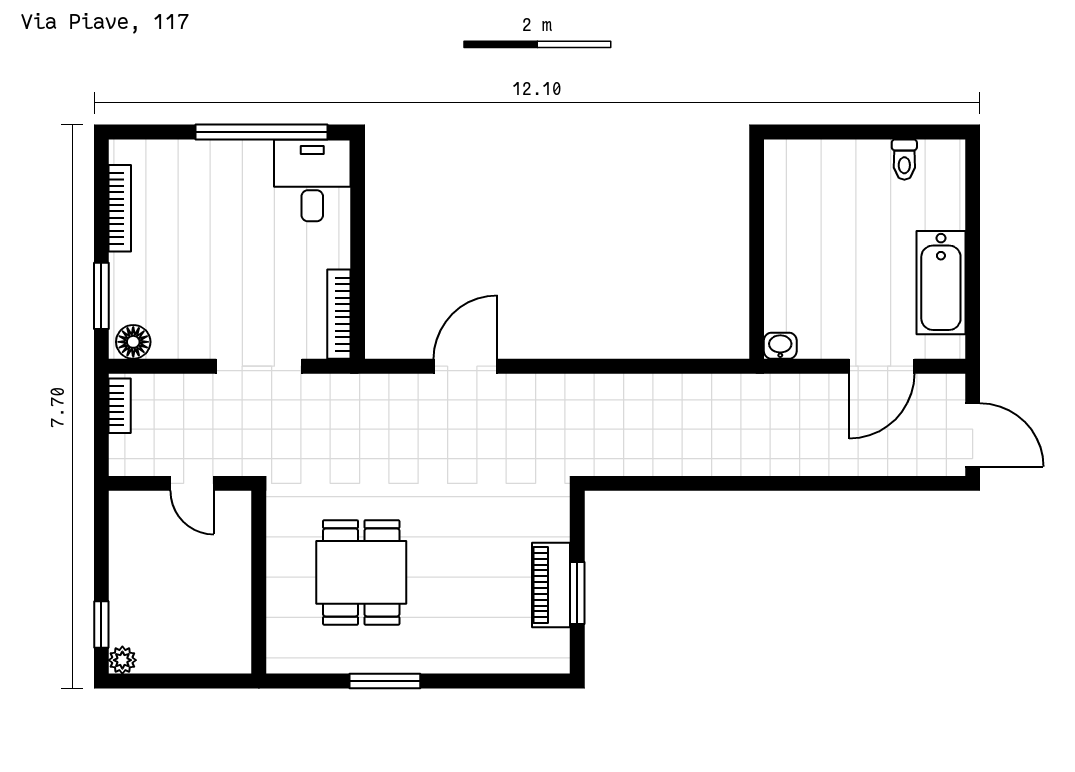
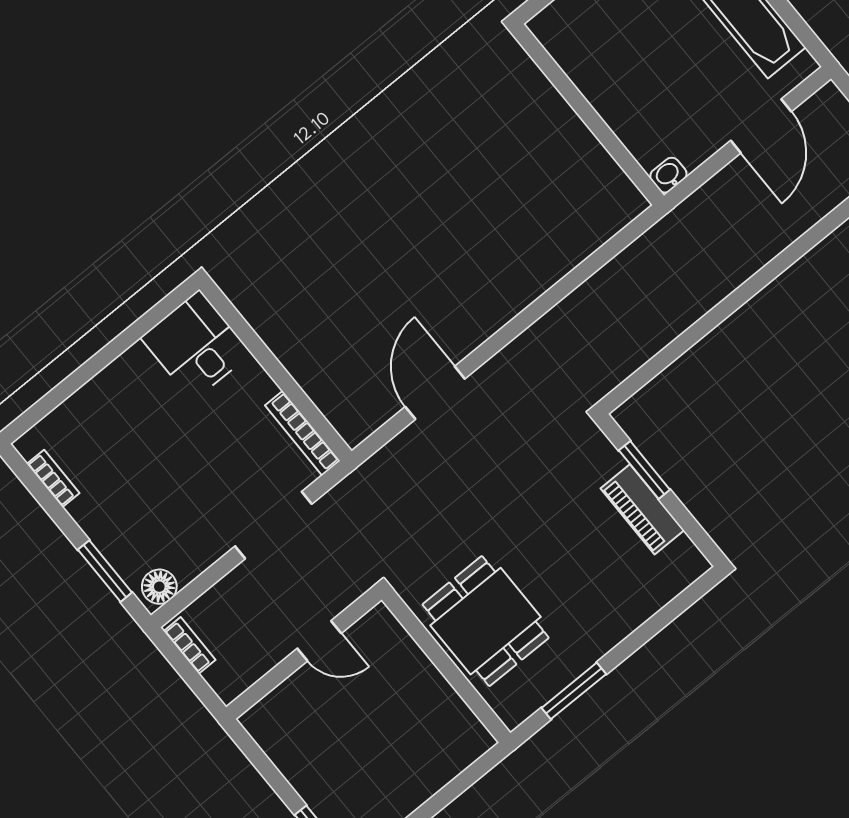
window: (261, 132) -> (125, 340), removed
bookcase: (120, 208) -> (53, 478), width x0.64
door: (192, 483) -> (319, 641), moved
wall: (259, 582) -> (446, 666), moved
window: (577, 593) -> (644, 470), moved

